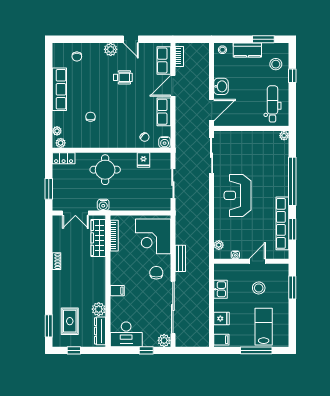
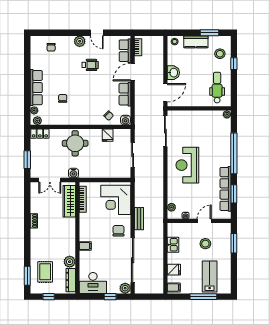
row of seats: (59, 89) -> (36, 88), moved

